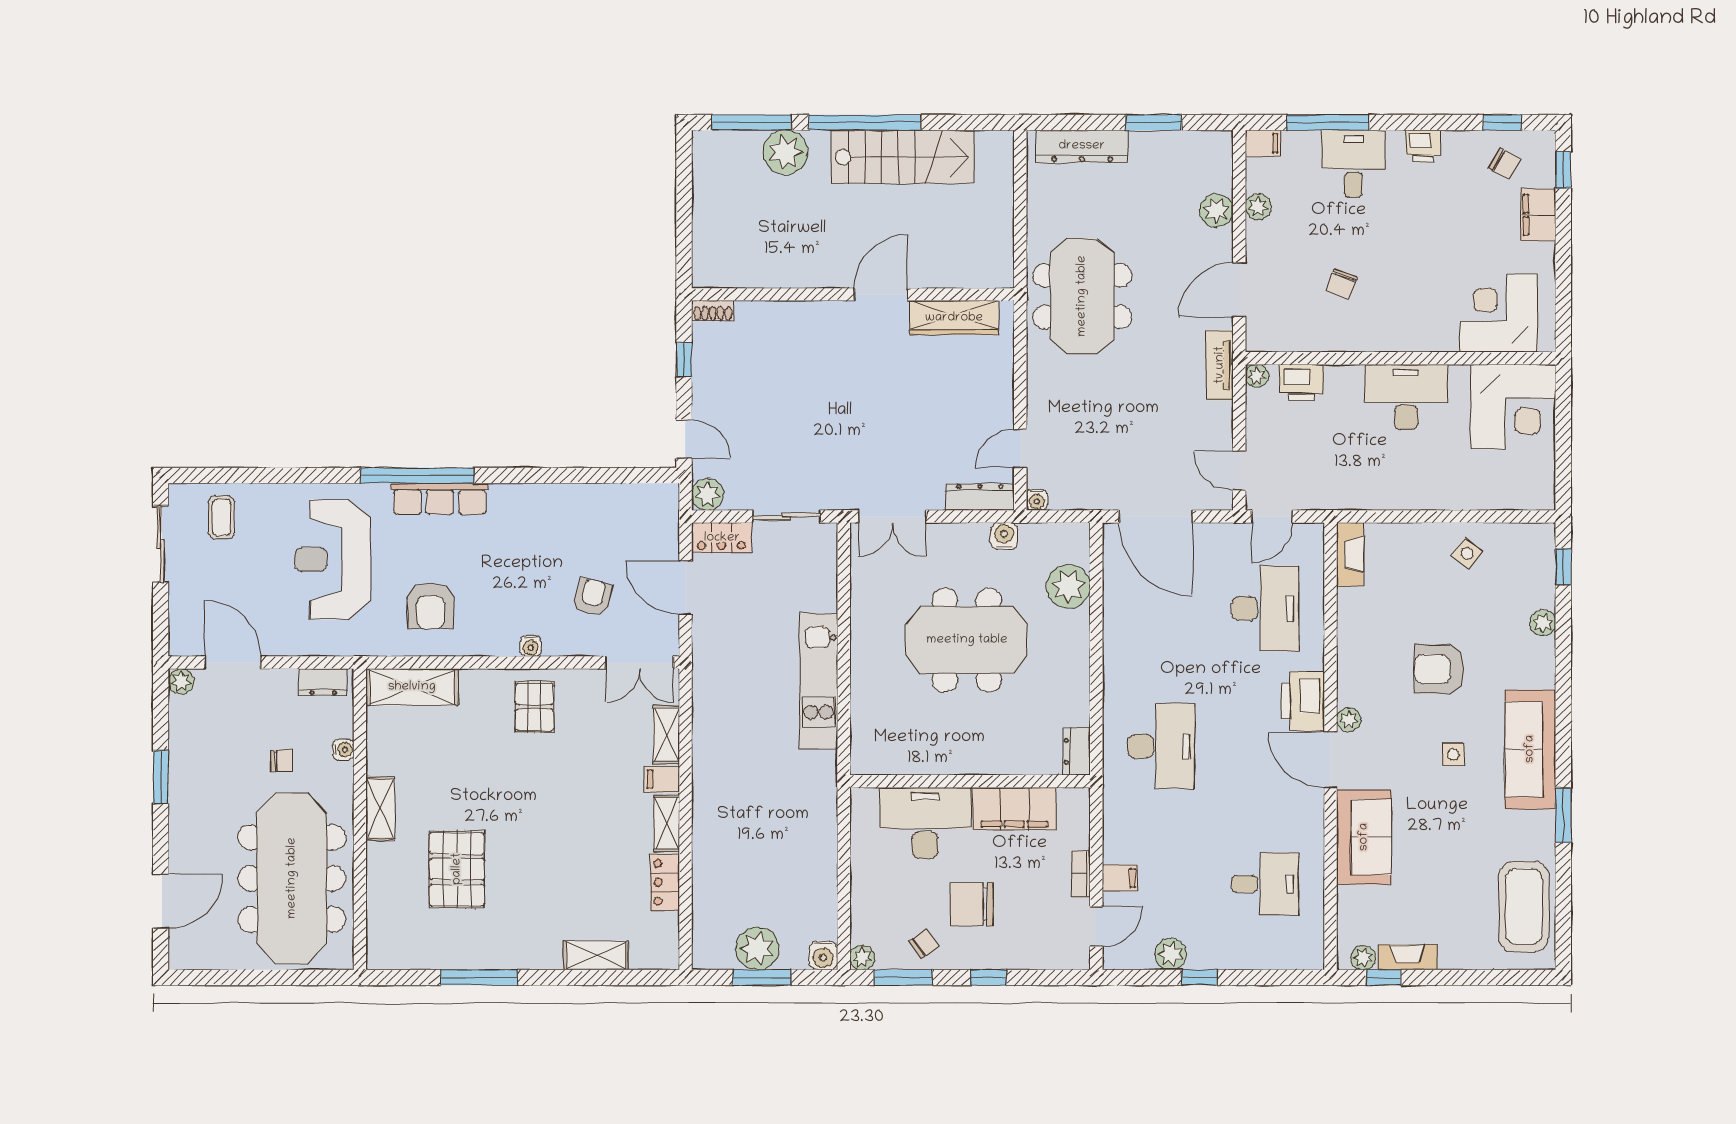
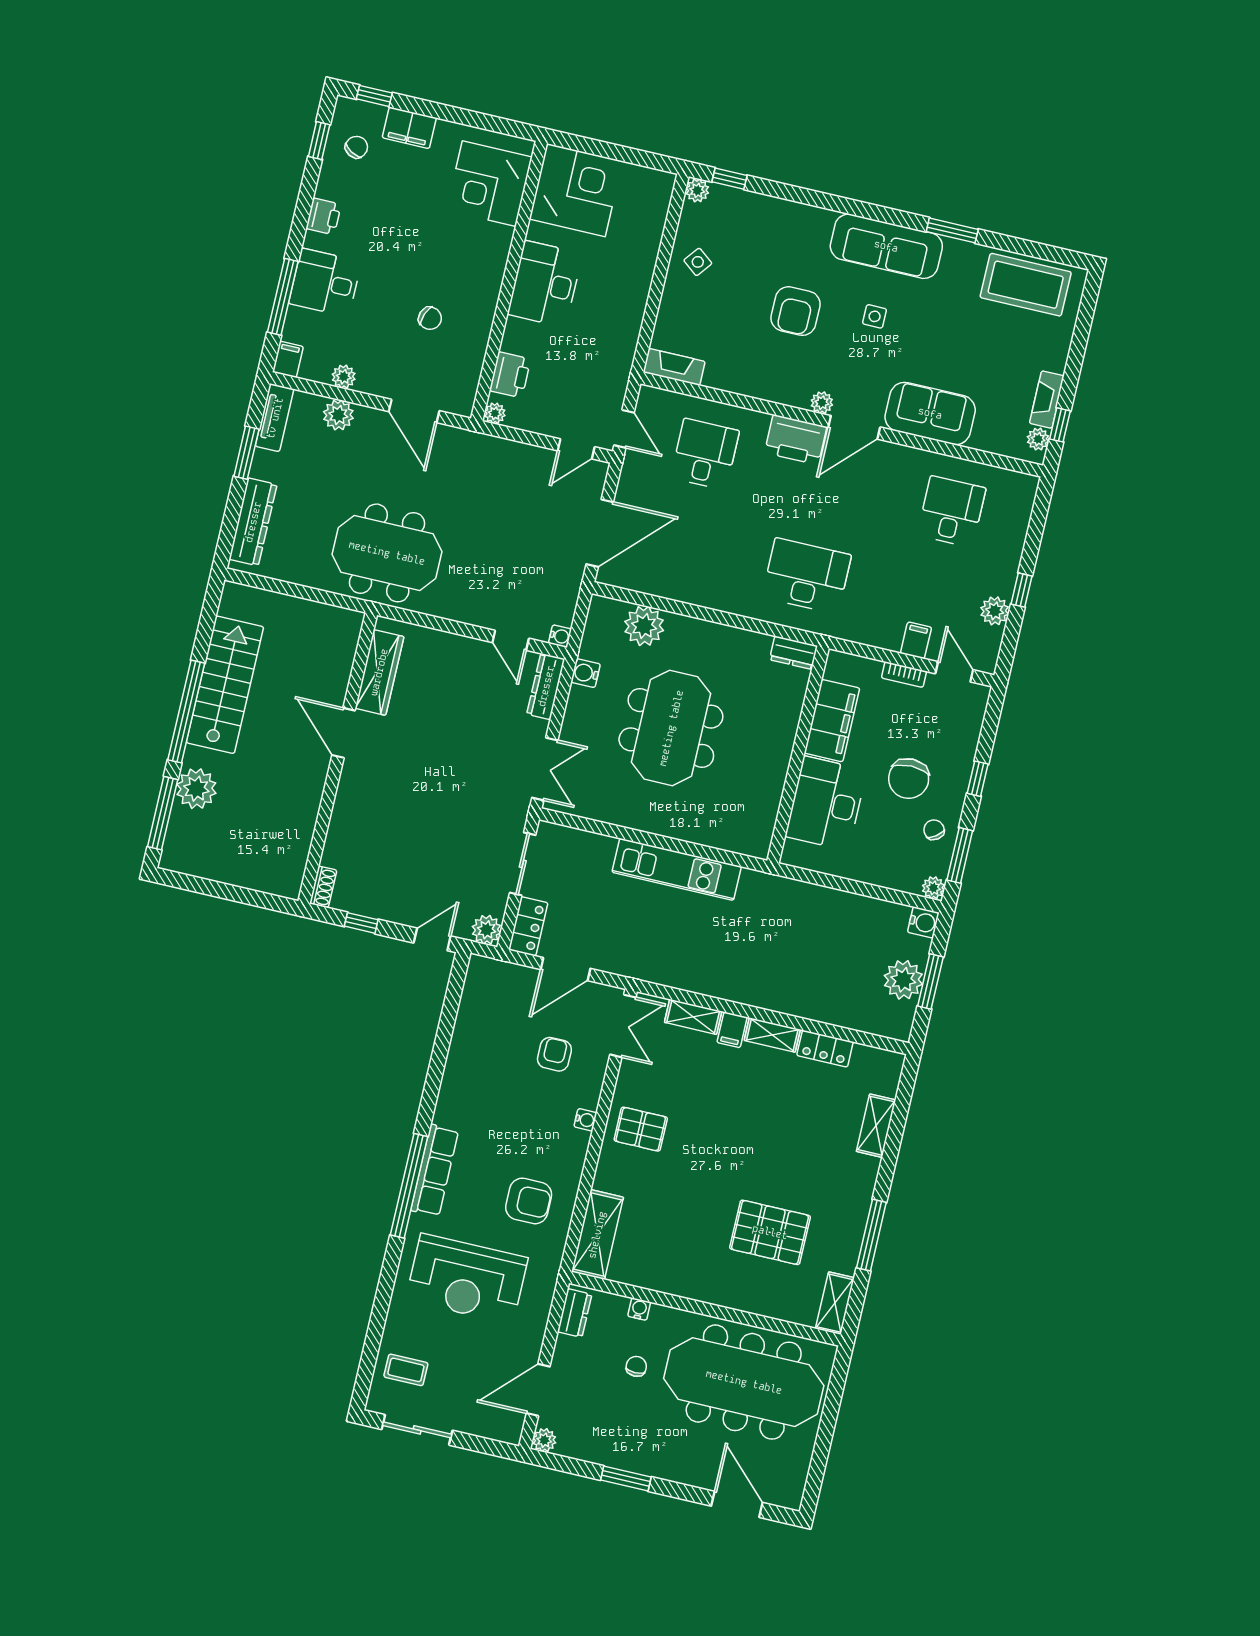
tv unit: (1220, 365) -> (275, 418), moved, turned -90
armchair: (592, 597) -> (554, 1054), turned 76
desk: (1265, 609) -> (705, 454), width x0.73
plant: (1543, 623) -> (697, 190), moved
shelving: (380, 808) -> (835, 1303), moved, turned 90

